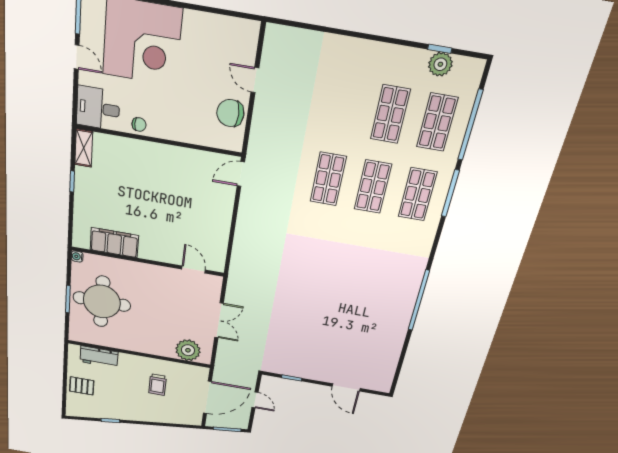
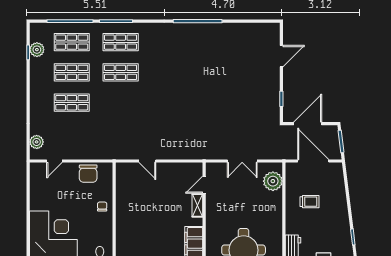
plant: (292, 39) -> (37, 142), added
door: (255, 80) -> (54, 161), moved
chair: (139, 124) -> (102, 206), moved
door: (241, 174) -> (147, 161), moved
shop shelf: (328, 179) -> (72, 103), moved
shelving: (166, 256) -> (197, 205), added
double door: (219, 320) -> (242, 161), swing flipped
door: (255, 400) -> (308, 124), width x1.88

